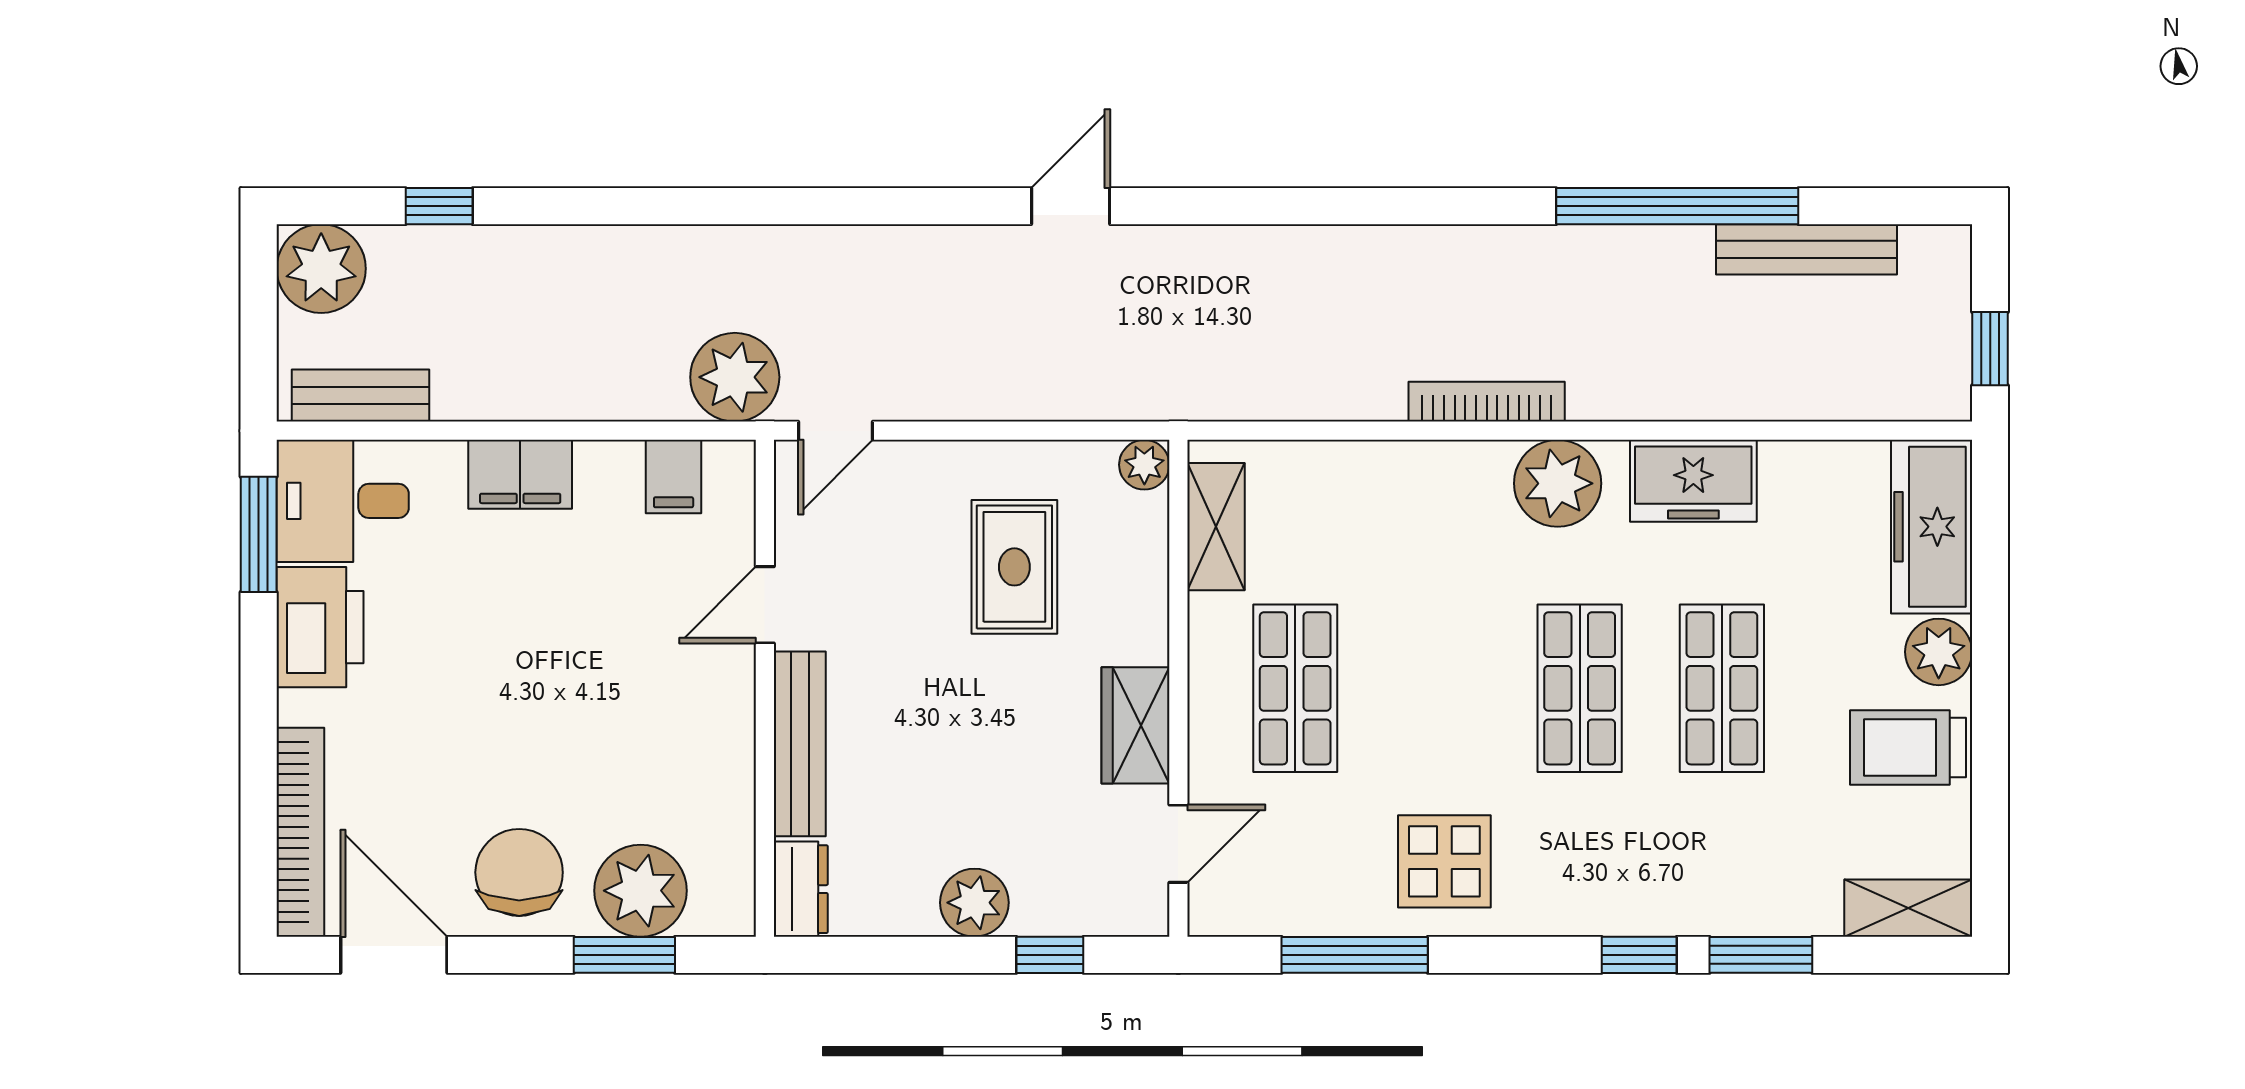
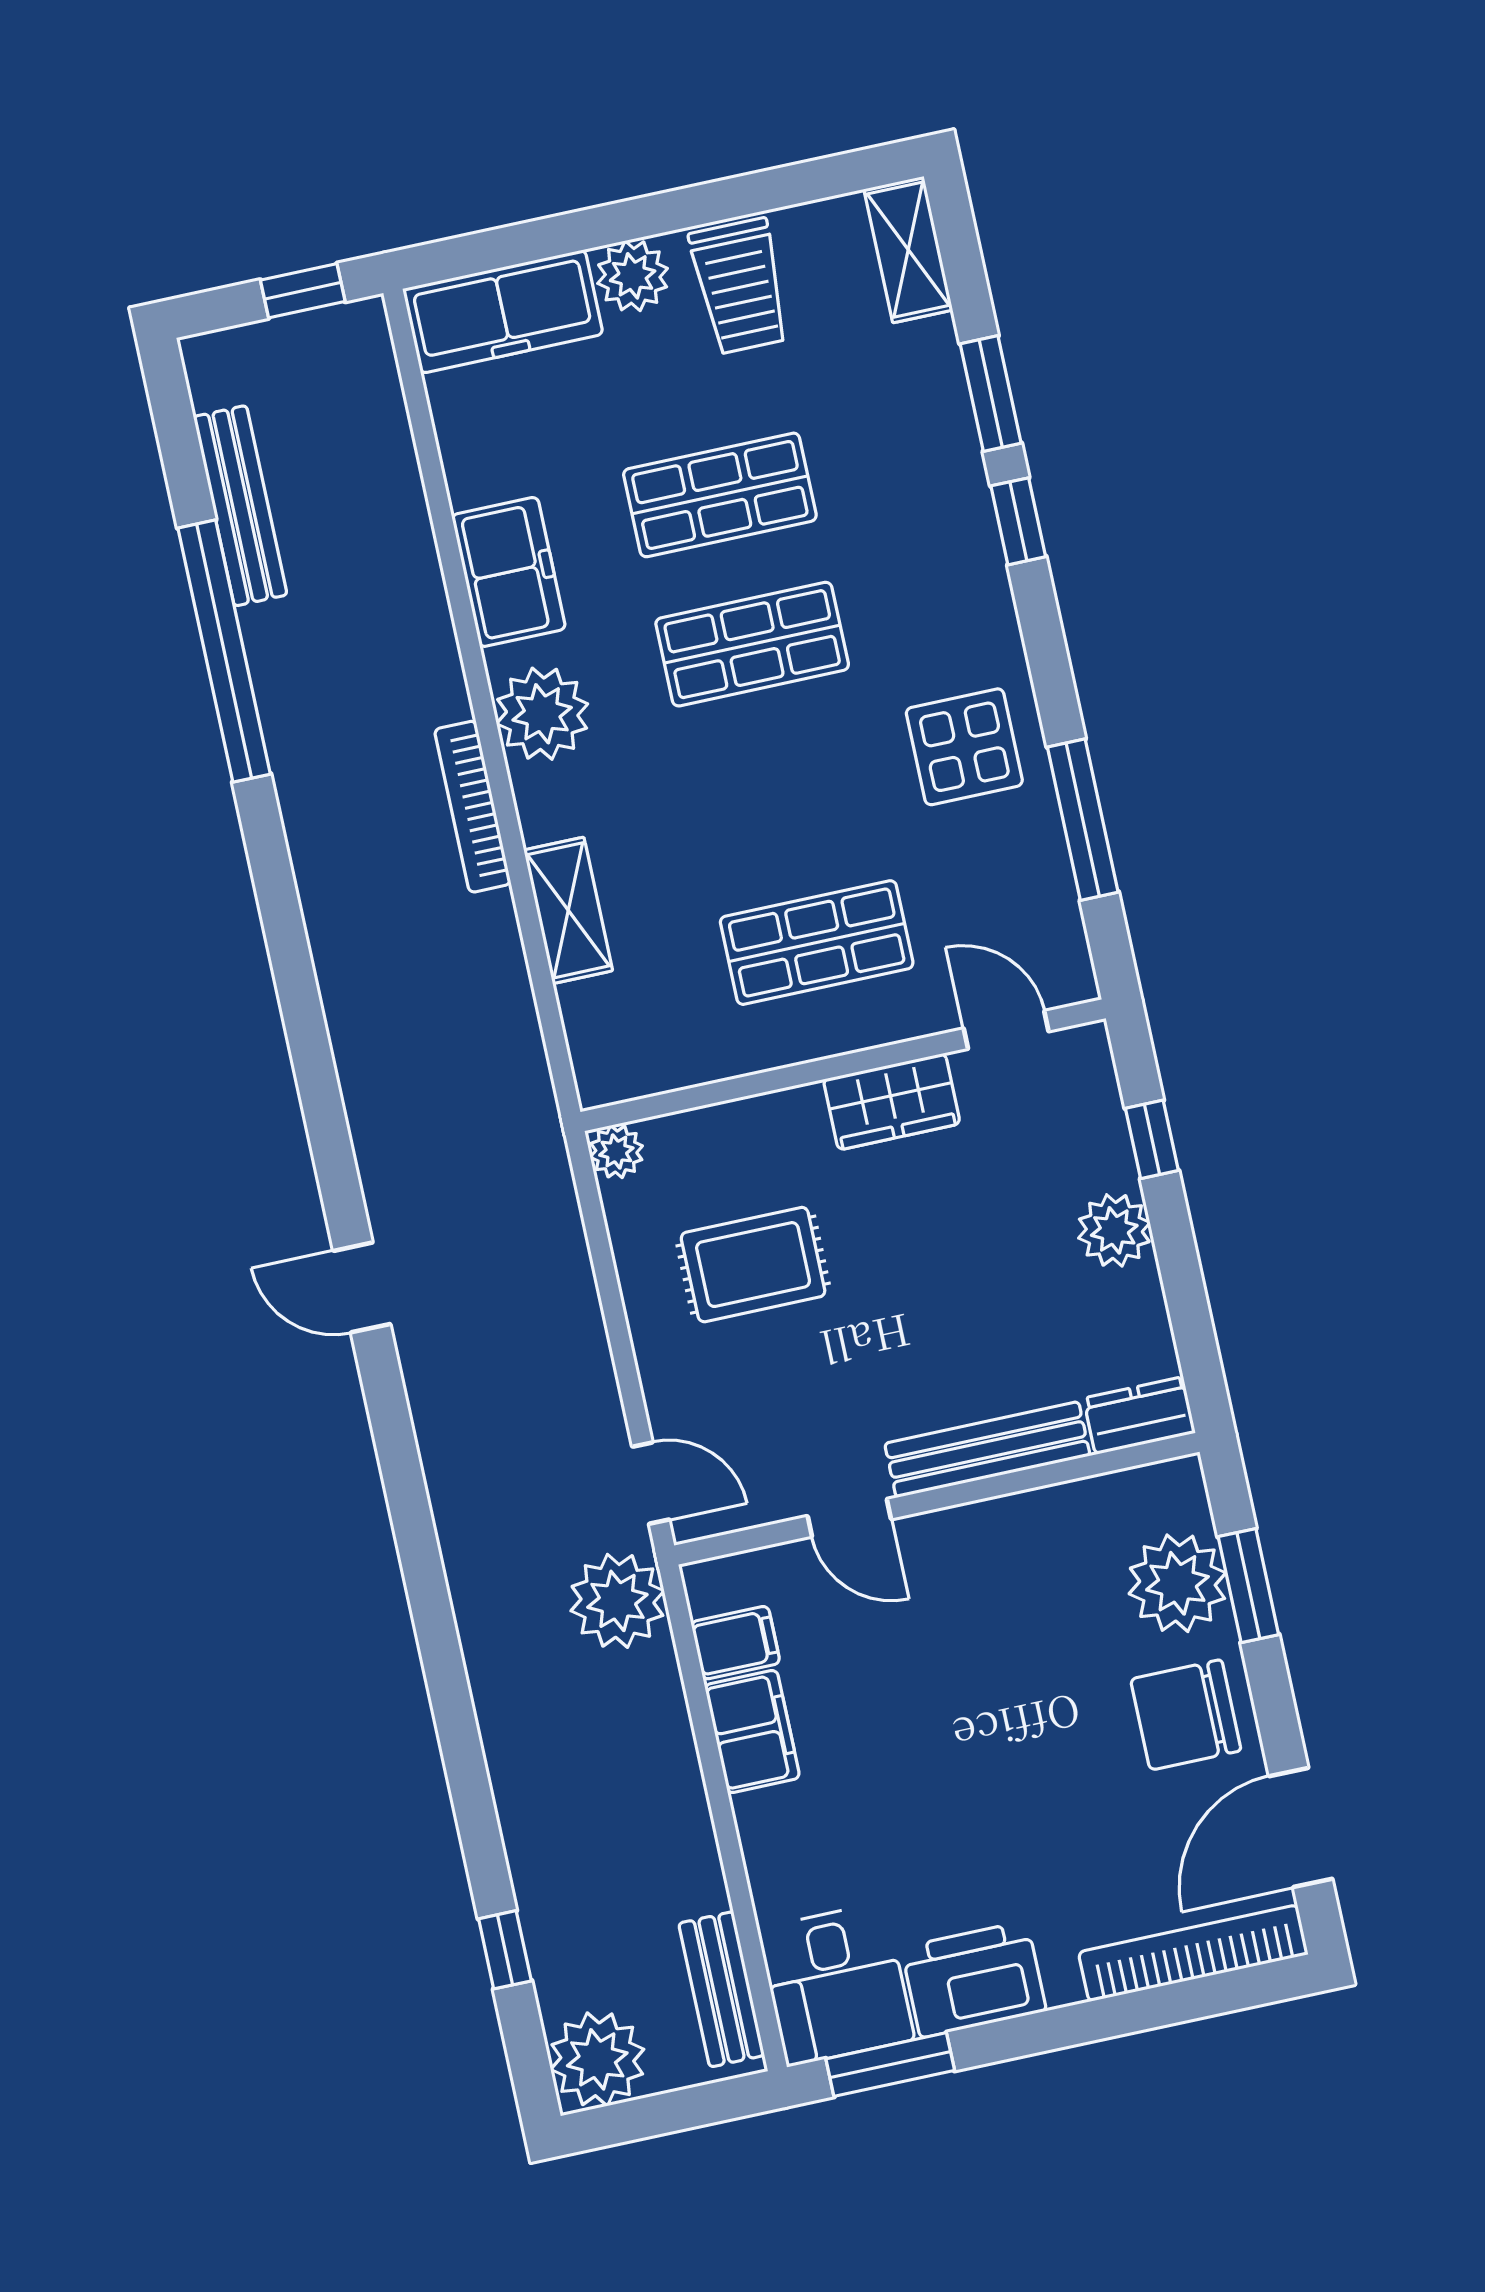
filing cabinet: (520, 474) -> (752, 1731), moved
shelving: (1216, 527) -> (568, 910), moved, turned 90

